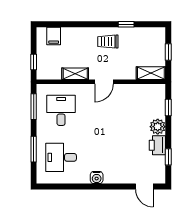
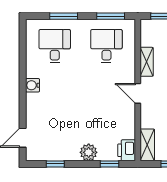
desk: (61, 110) -> (106, 46), turned -90
printer: (157, 145) -> (127, 150), moved, turned -90

